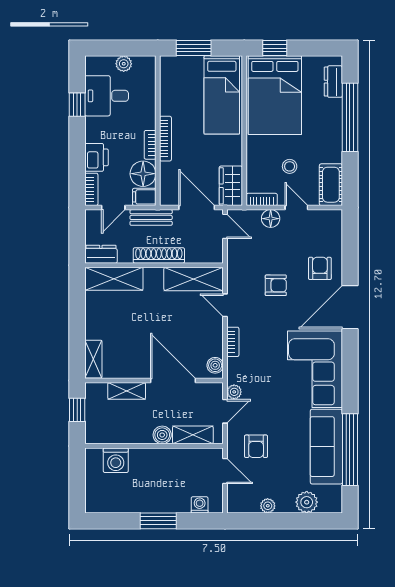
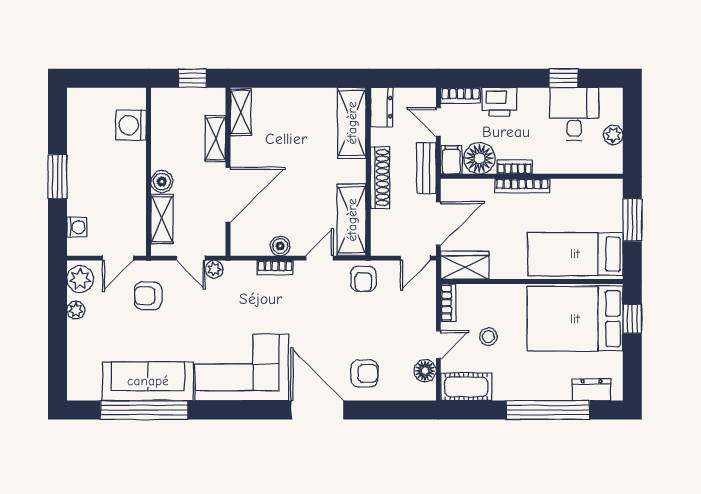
floor lamp: (271, 219) -> (425, 371), moved
armchair: (276, 285) -> (363, 279), moved
shelving: (93, 359) -> (241, 112), moved, turned 90
boiler: (215, 365) -> (280, 246), moved
plant: (307, 502) -> (80, 279), moved

